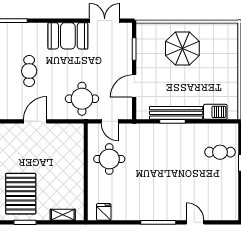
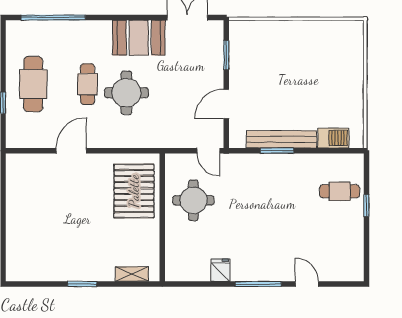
parasol: (182, 49) -> (290, 54), removed
round table: (82, 99) -> (126, 93), moved
door: (35, 121) -> (71, 151), moved
door: (110, 121) -> (208, 151), moved
pallet: (21, 194) -> (134, 191), moved
fridge: (104, 212) -> (220, 270), moved

